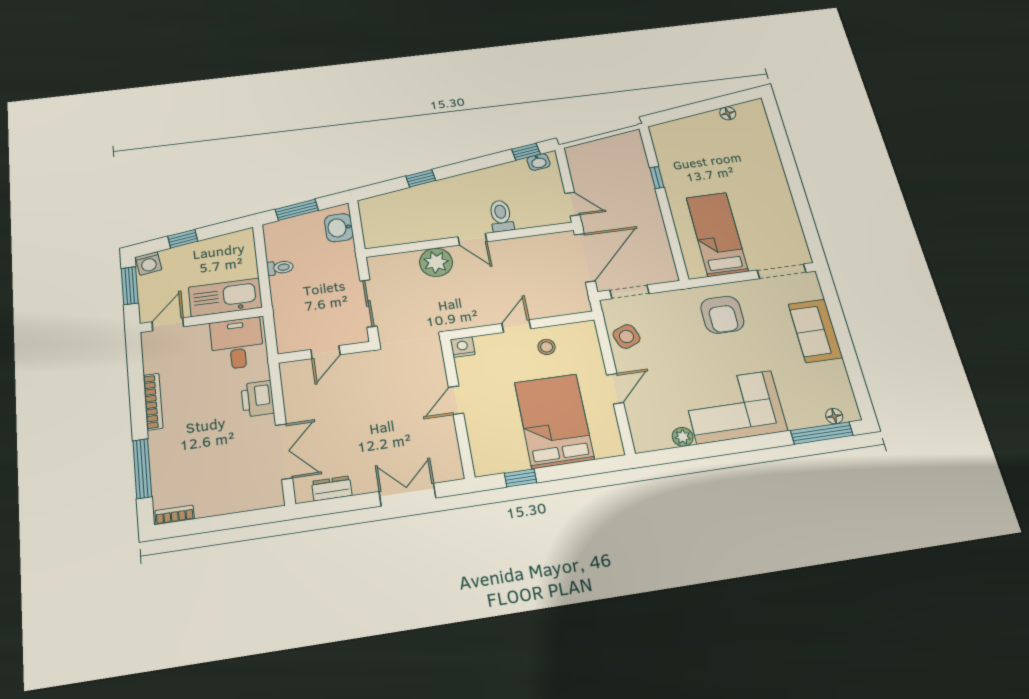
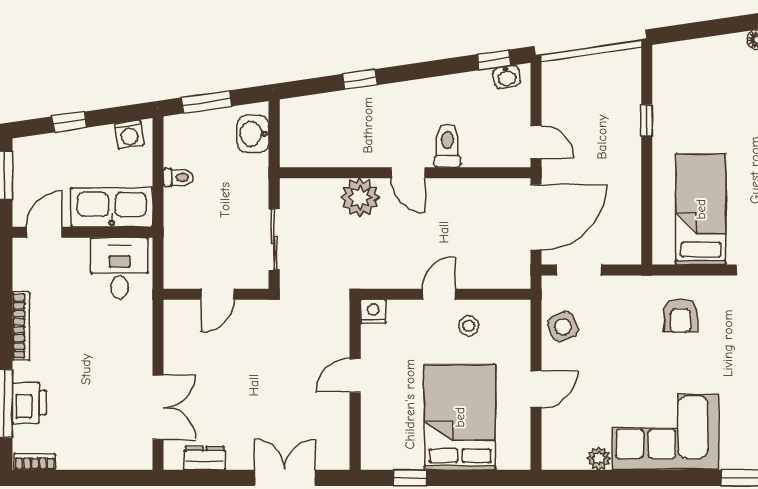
washing machine: (149, 263) -> (129, 134), moved
armchair: (722, 315) -> (681, 316), width x0.72, depth x0.72
printer: (258, 399) -> (29, 403), moved, turned 180

